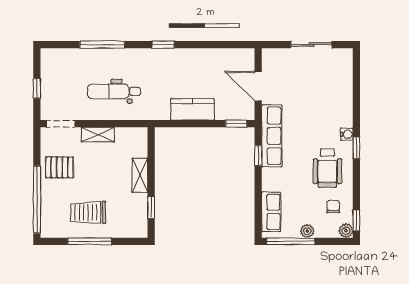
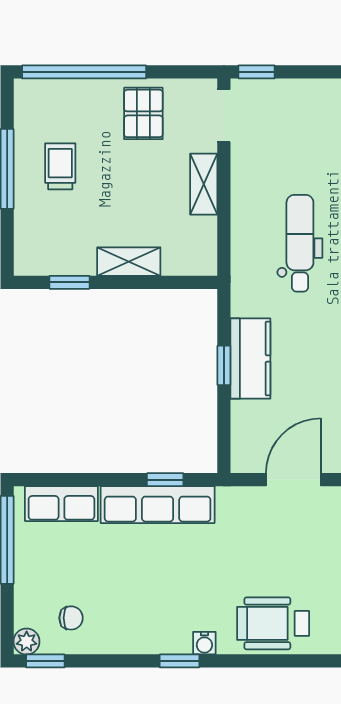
window: (37, 88) -> (257, 72), moved
dental chair: (114, 91) -> (300, 243), moved
window: (236, 124) -> (224, 365), moved
row of seats: (272, 136) -> (158, 505), moved
wheelchair: (327, 168) -> (273, 623), moved
trolley: (88, 212) -> (60, 166), width x0.73, depth x0.72
plant: (307, 231) -> (26, 570), removed

